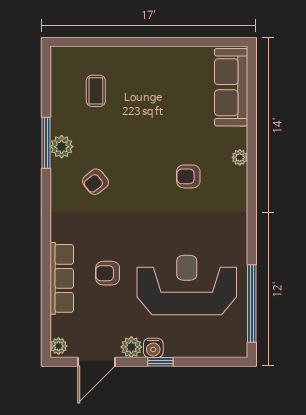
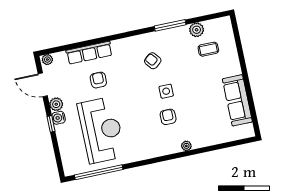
sofa: (231, 87) -> (237, 100), moved, turned -90
plant: (62, 147) -> (197, 30), moved
side table: (147, 171) -> (166, 91), added

